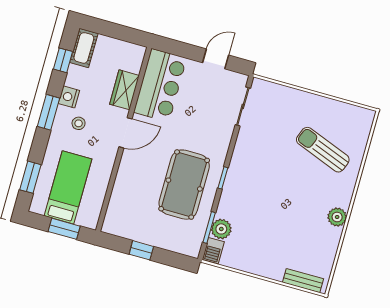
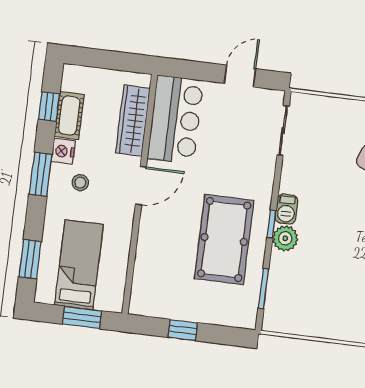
cot: (84, 48) -> (69, 115), moved
wardrobe: (124, 90) -> (133, 121), width x1.50
plant: (221, 229) -> (285, 238), moved
barbecue: (213, 251) -> (286, 209), moved

